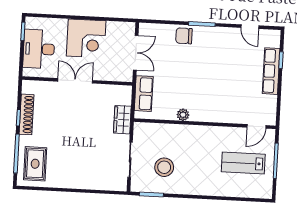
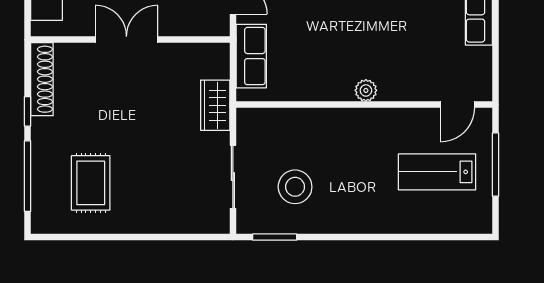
shoe rack: (27, 114) -> (42, 79), moved
plant: (183, 115) -> (366, 90), moved
rug: (35, 164) -> (91, 183), moved

